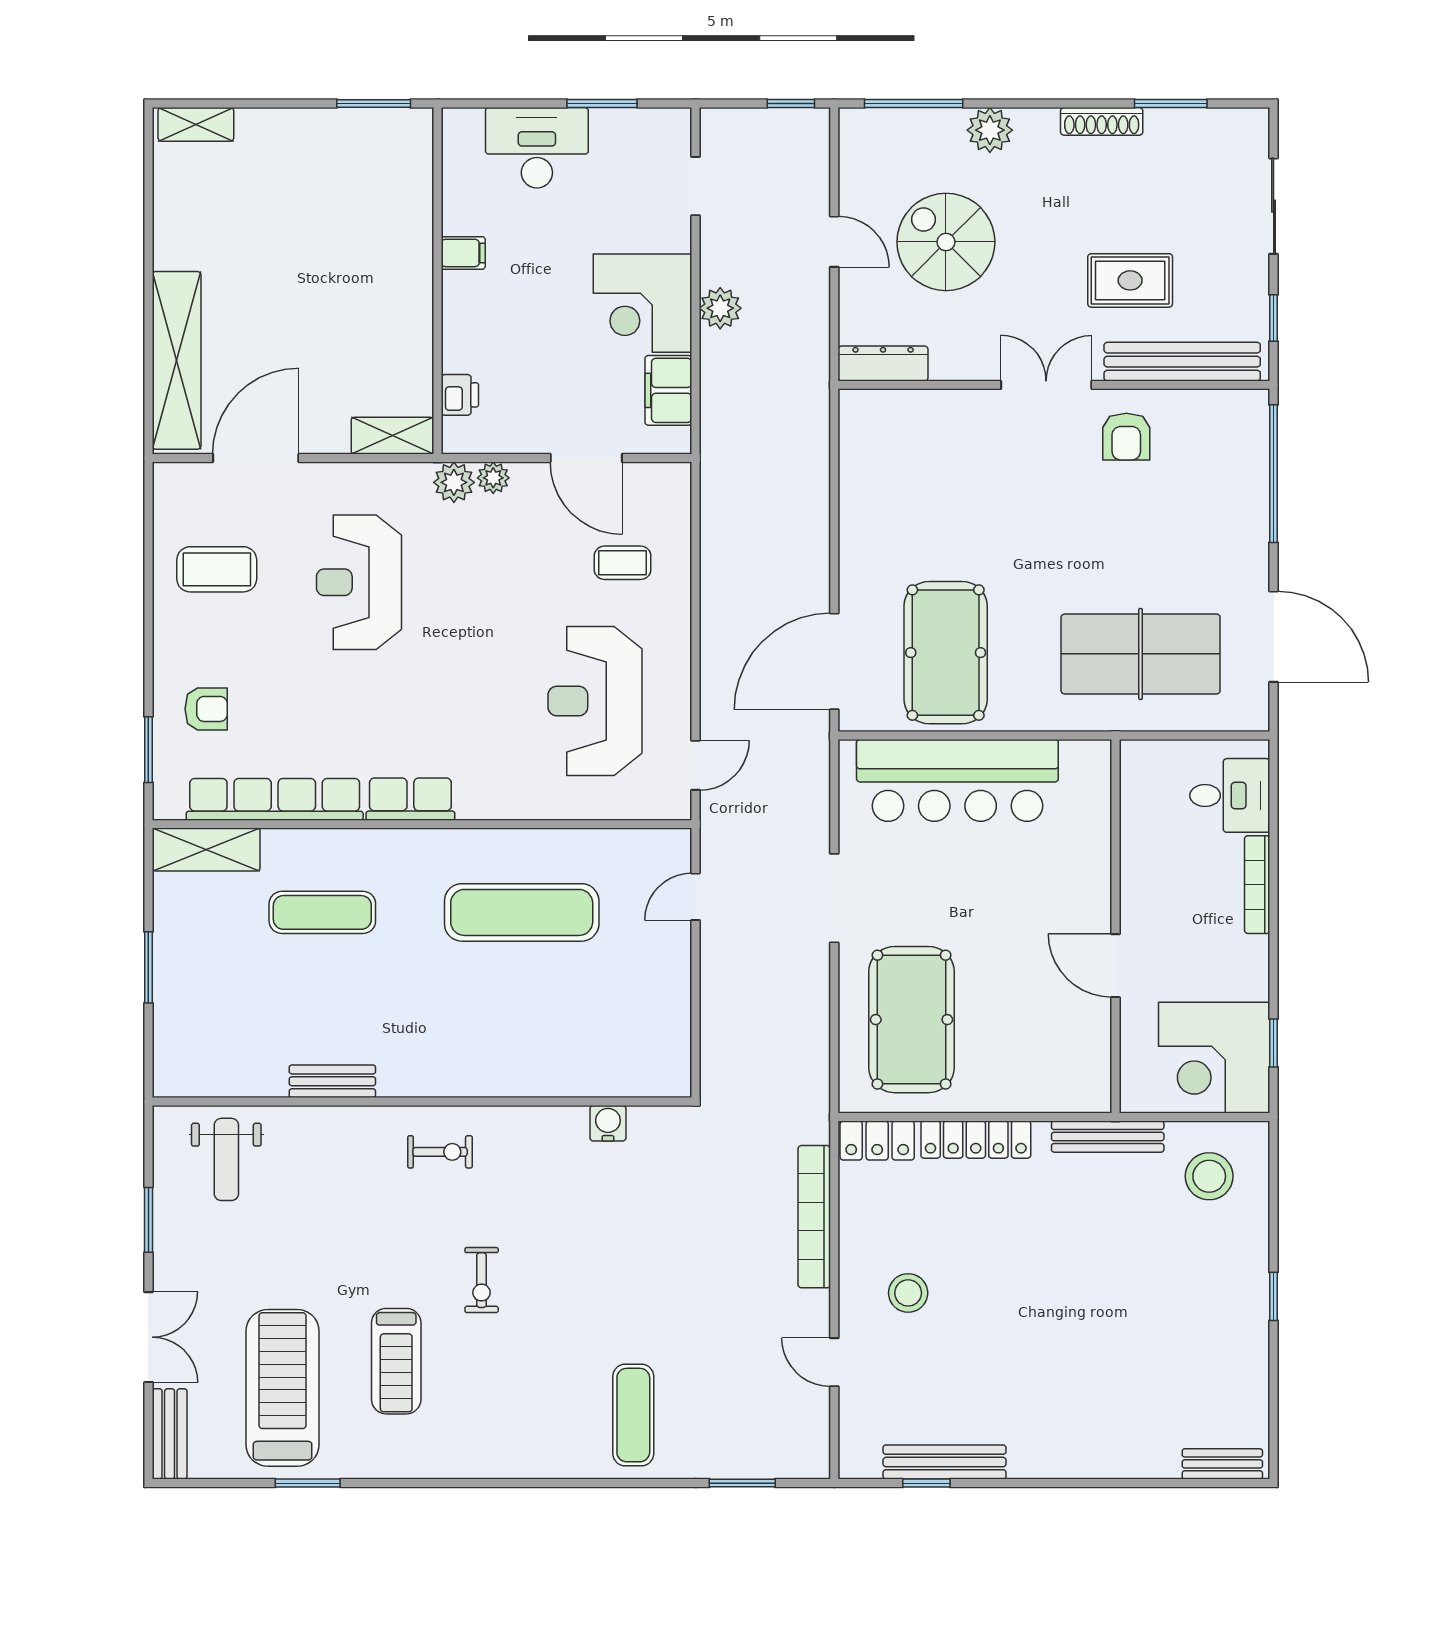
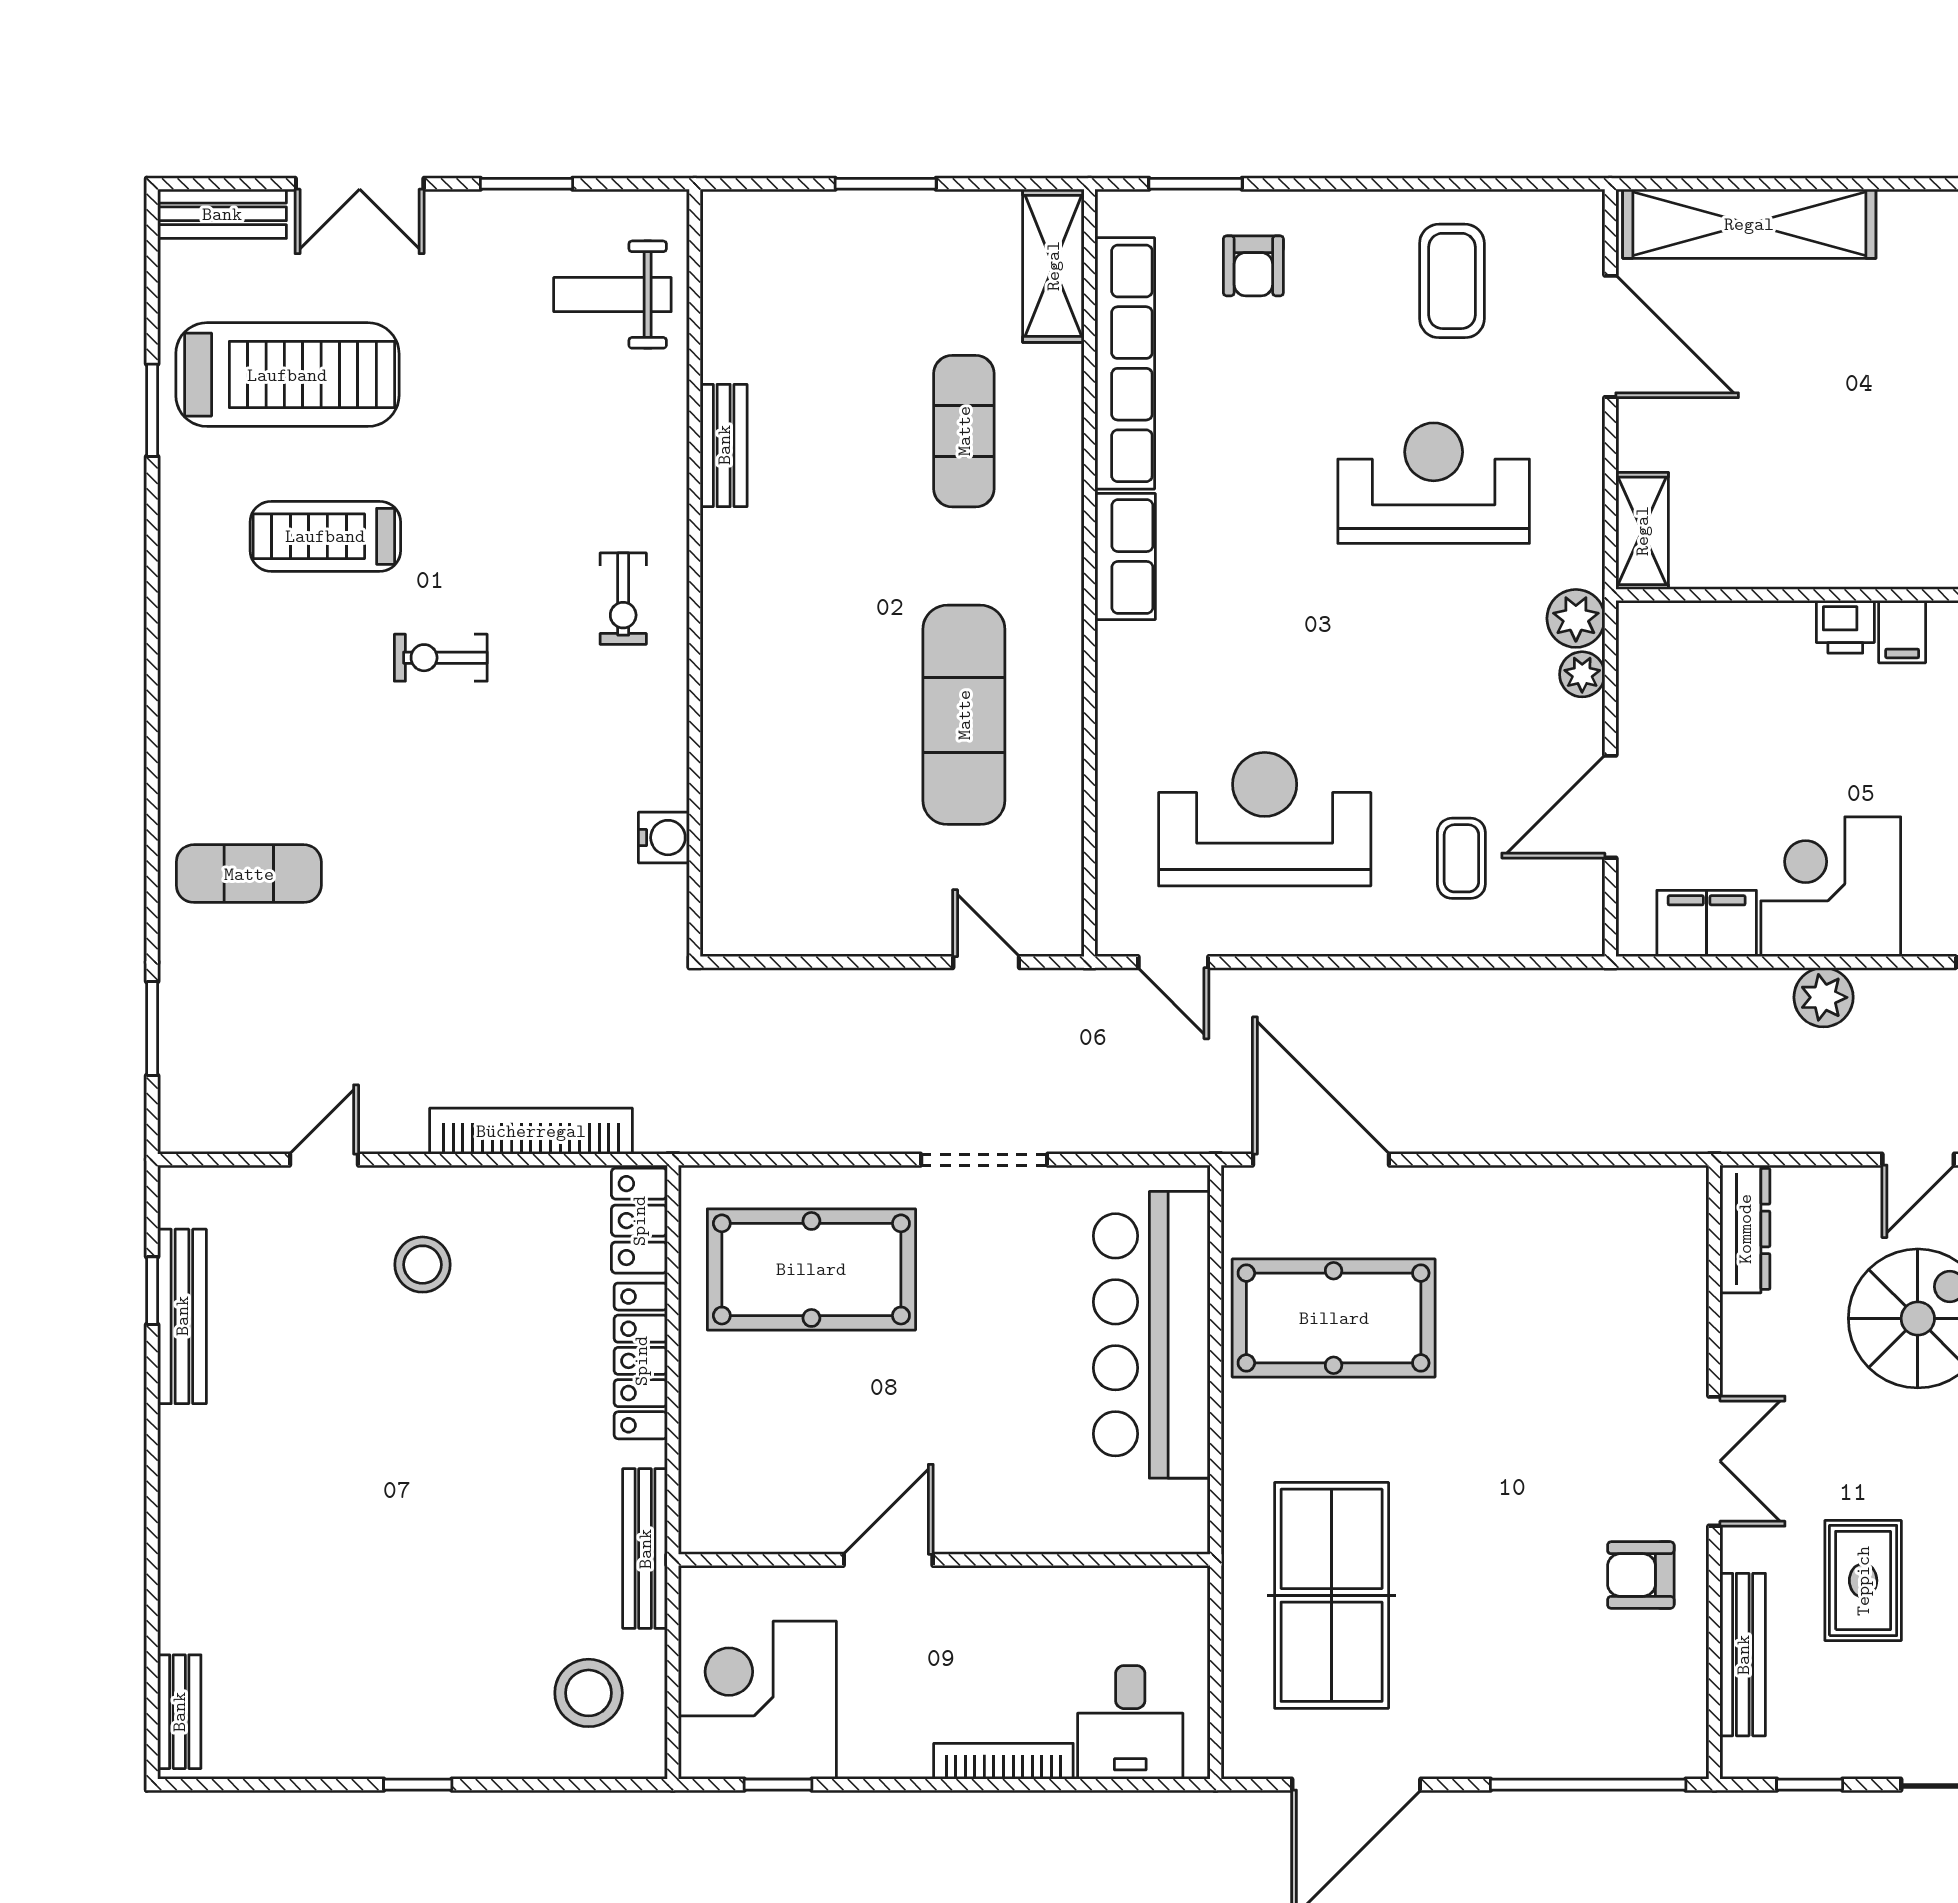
bench: (1182, 362) -> (1743, 1655), width x0.73, depth x0.82
printer: (460, 395) -> (1845, 627), moved

